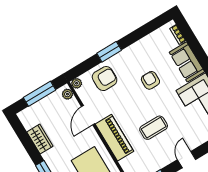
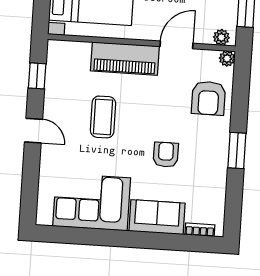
window: (109, 52) -> (237, 150), moved
armchair: (150, 80) -> (166, 155), turned -90
door: (88, 115) -> (176, 45), hinge flipped

